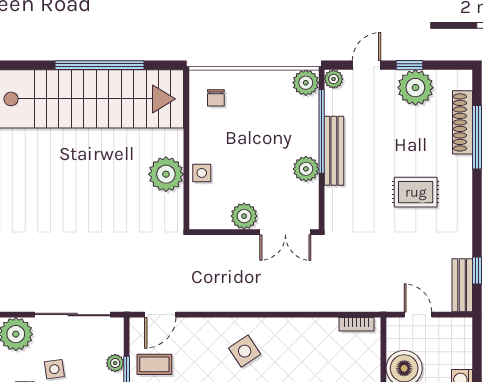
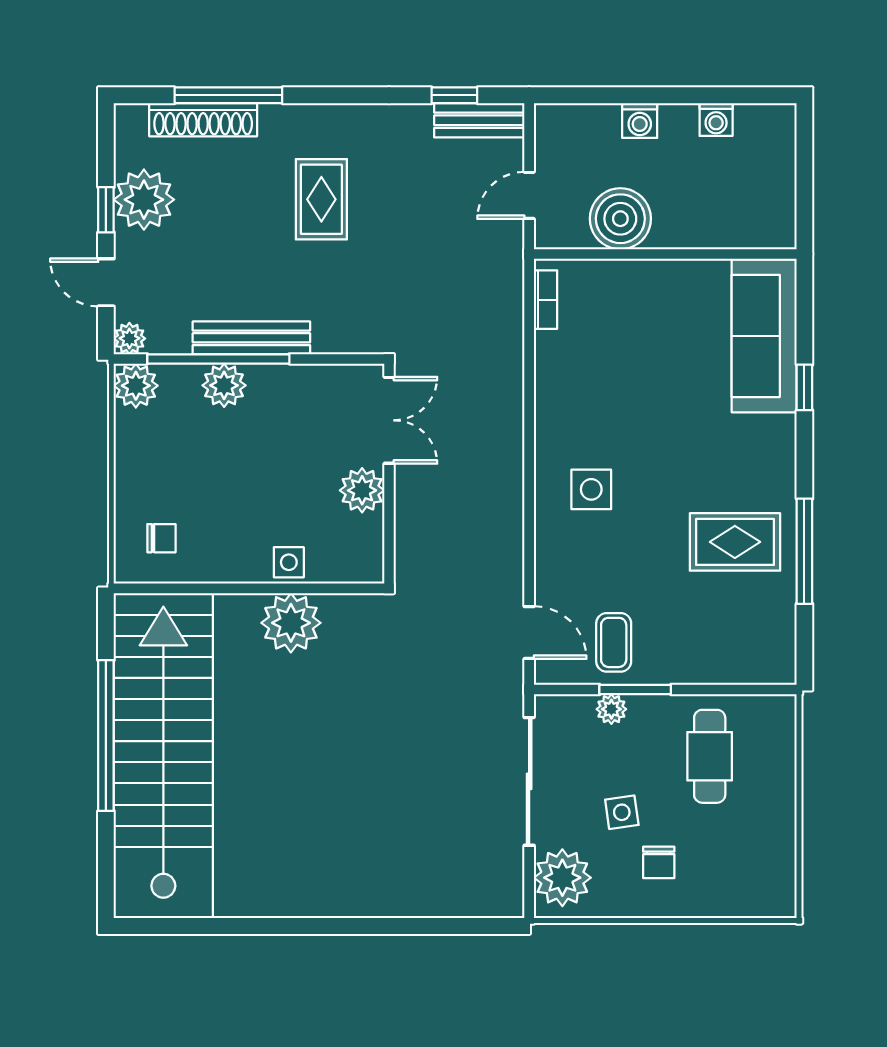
plant: (306, 169) -> (224, 385), moved
side table: (245, 351) -> (591, 489), turned 34

